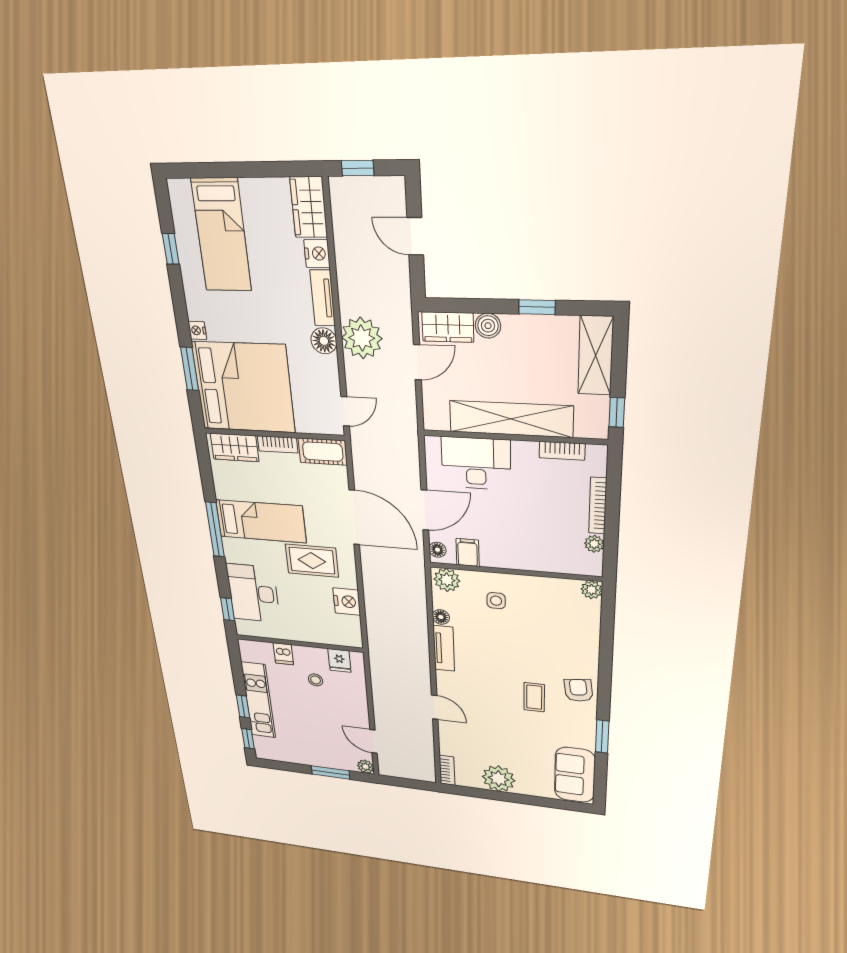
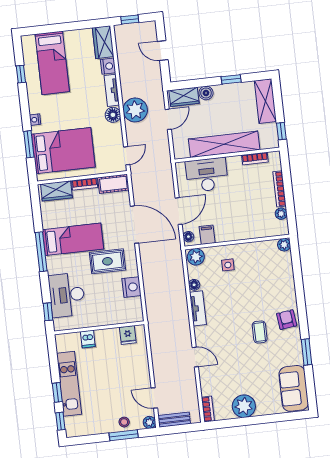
bed: (244, 387) -> (63, 151), width x0.73
stool: (316, 680) -> (124, 422), moved
bench: (399, 771) -> (174, 420), added

